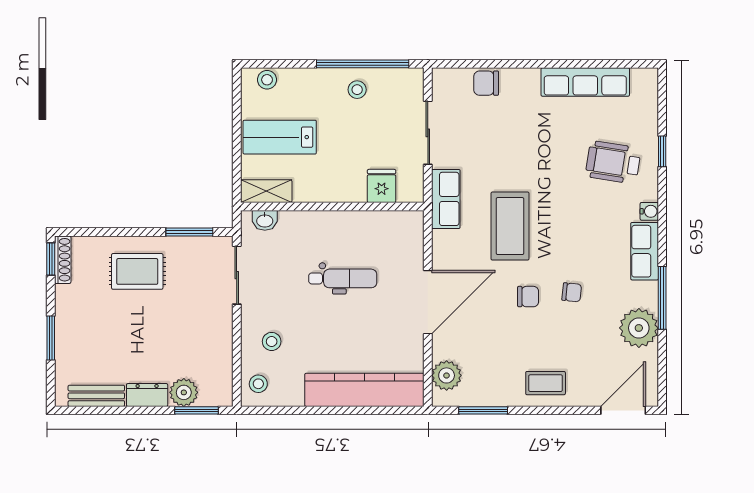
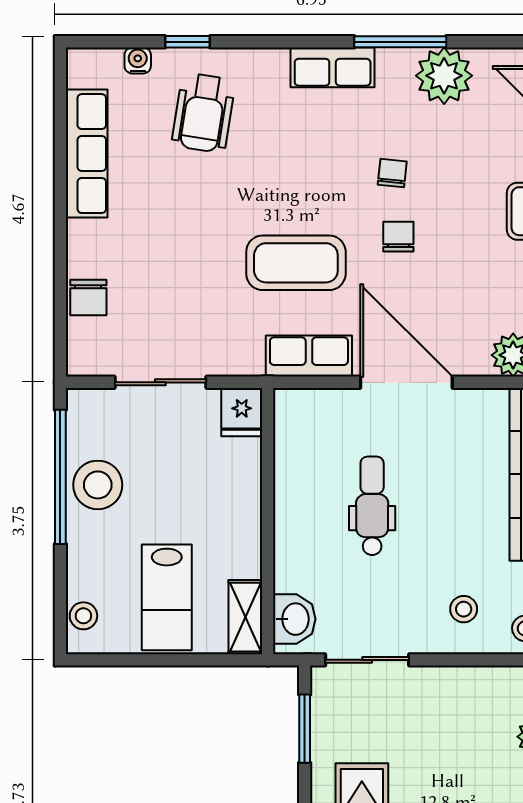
stool: (357, 90) -> (98, 485), width x1.89, depth x1.89
fridge: (382, 186) -> (242, 412), moved, turned -90
row of seats: (446, 199) -> (309, 356), moved
water cooler: (649, 211) -> (138, 60), moved
washbasin: (265, 220) -> (294, 619), width x1.38, depth x1.45

